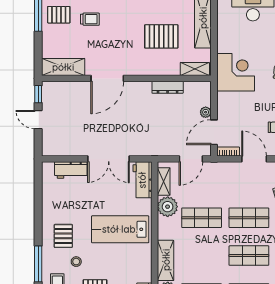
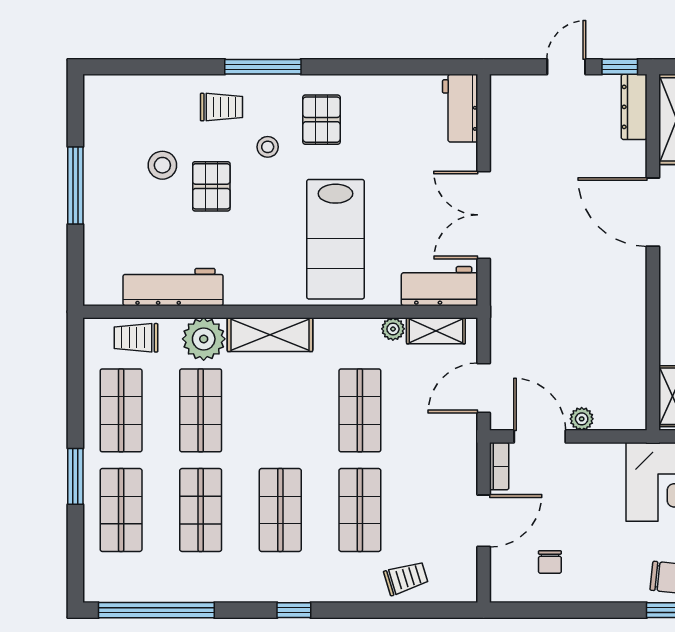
dresser: (168, 87) -> (634, 107), moved
door: (191, 159) -> (484, 388), hinge flipped
workbench: (71, 170) -> (460, 108), moved
plant: (168, 207) -> (393, 329), width x0.53, depth x0.53
lab bench: (120, 229) -> (335, 239), turned 180
pallet: (63, 236) -> (321, 120), turned 90

